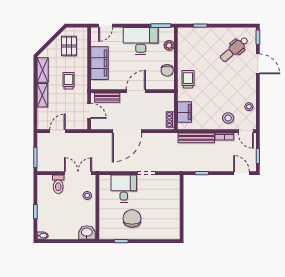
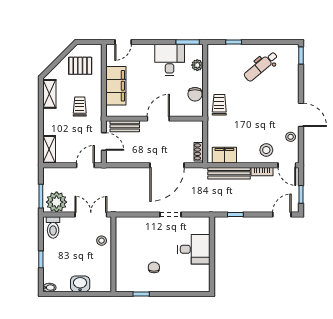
desk: (141, 41) -> (170, 60), width x0.73
pallet: (69, 46) -> (80, 66), turned 90
dental chair: (234, 49) -> (261, 66), moved
door: (258, 64) -> (301, 115), moved
shelving: (42, 95) -> (49, 149), moved
filing cabinet: (184, 112) -> (224, 155), moved, turned -90
door: (58, 131) -> (85, 165), moved
door: (127, 131) -> (167, 165), moved
plant: (49, 162) -> (57, 202), added
door: (241, 173) -> (282, 215), hinge flipped
toilet: (58, 184) -> (53, 227), moved
desk: (124, 189) -> (194, 249), moved, turned 90
chair: (132, 218) -> (154, 267), width x0.54, depth x0.54
washbasin: (87, 232) -> (80, 284), moved

